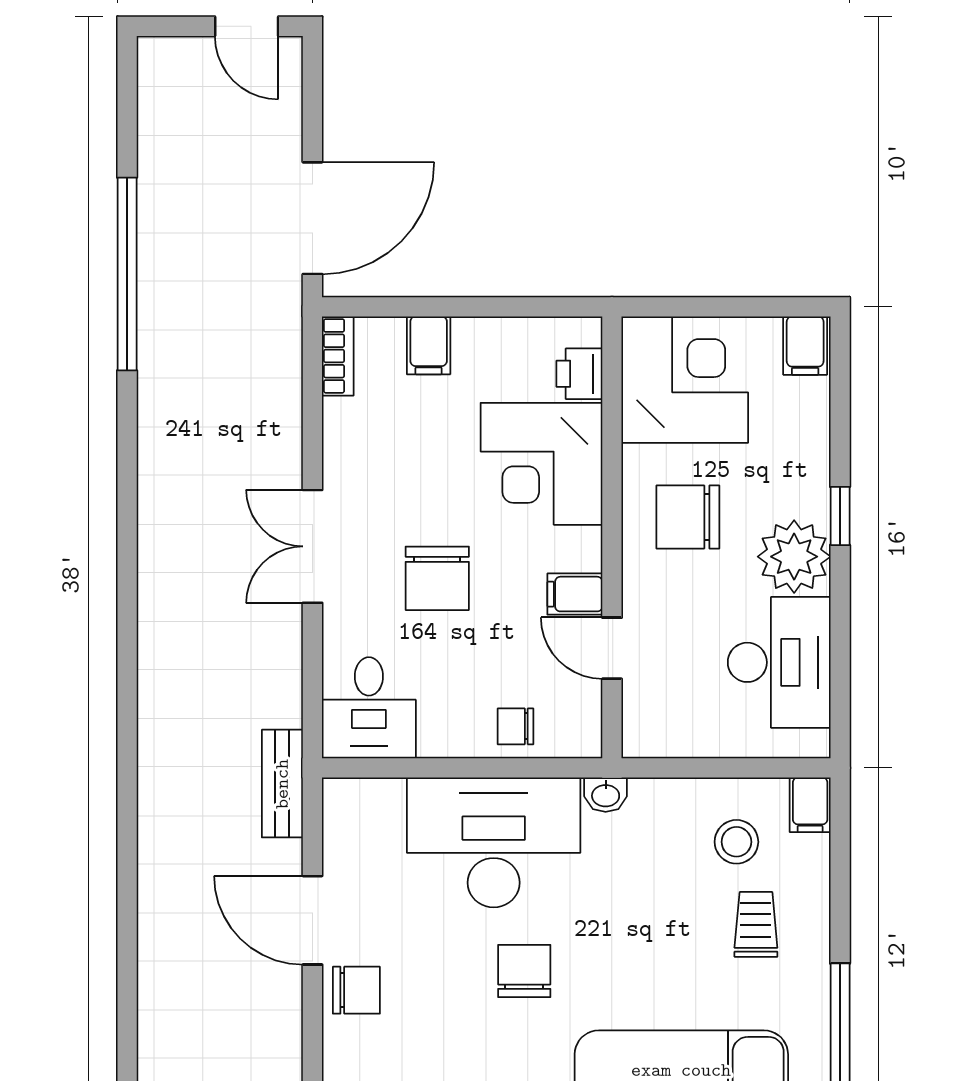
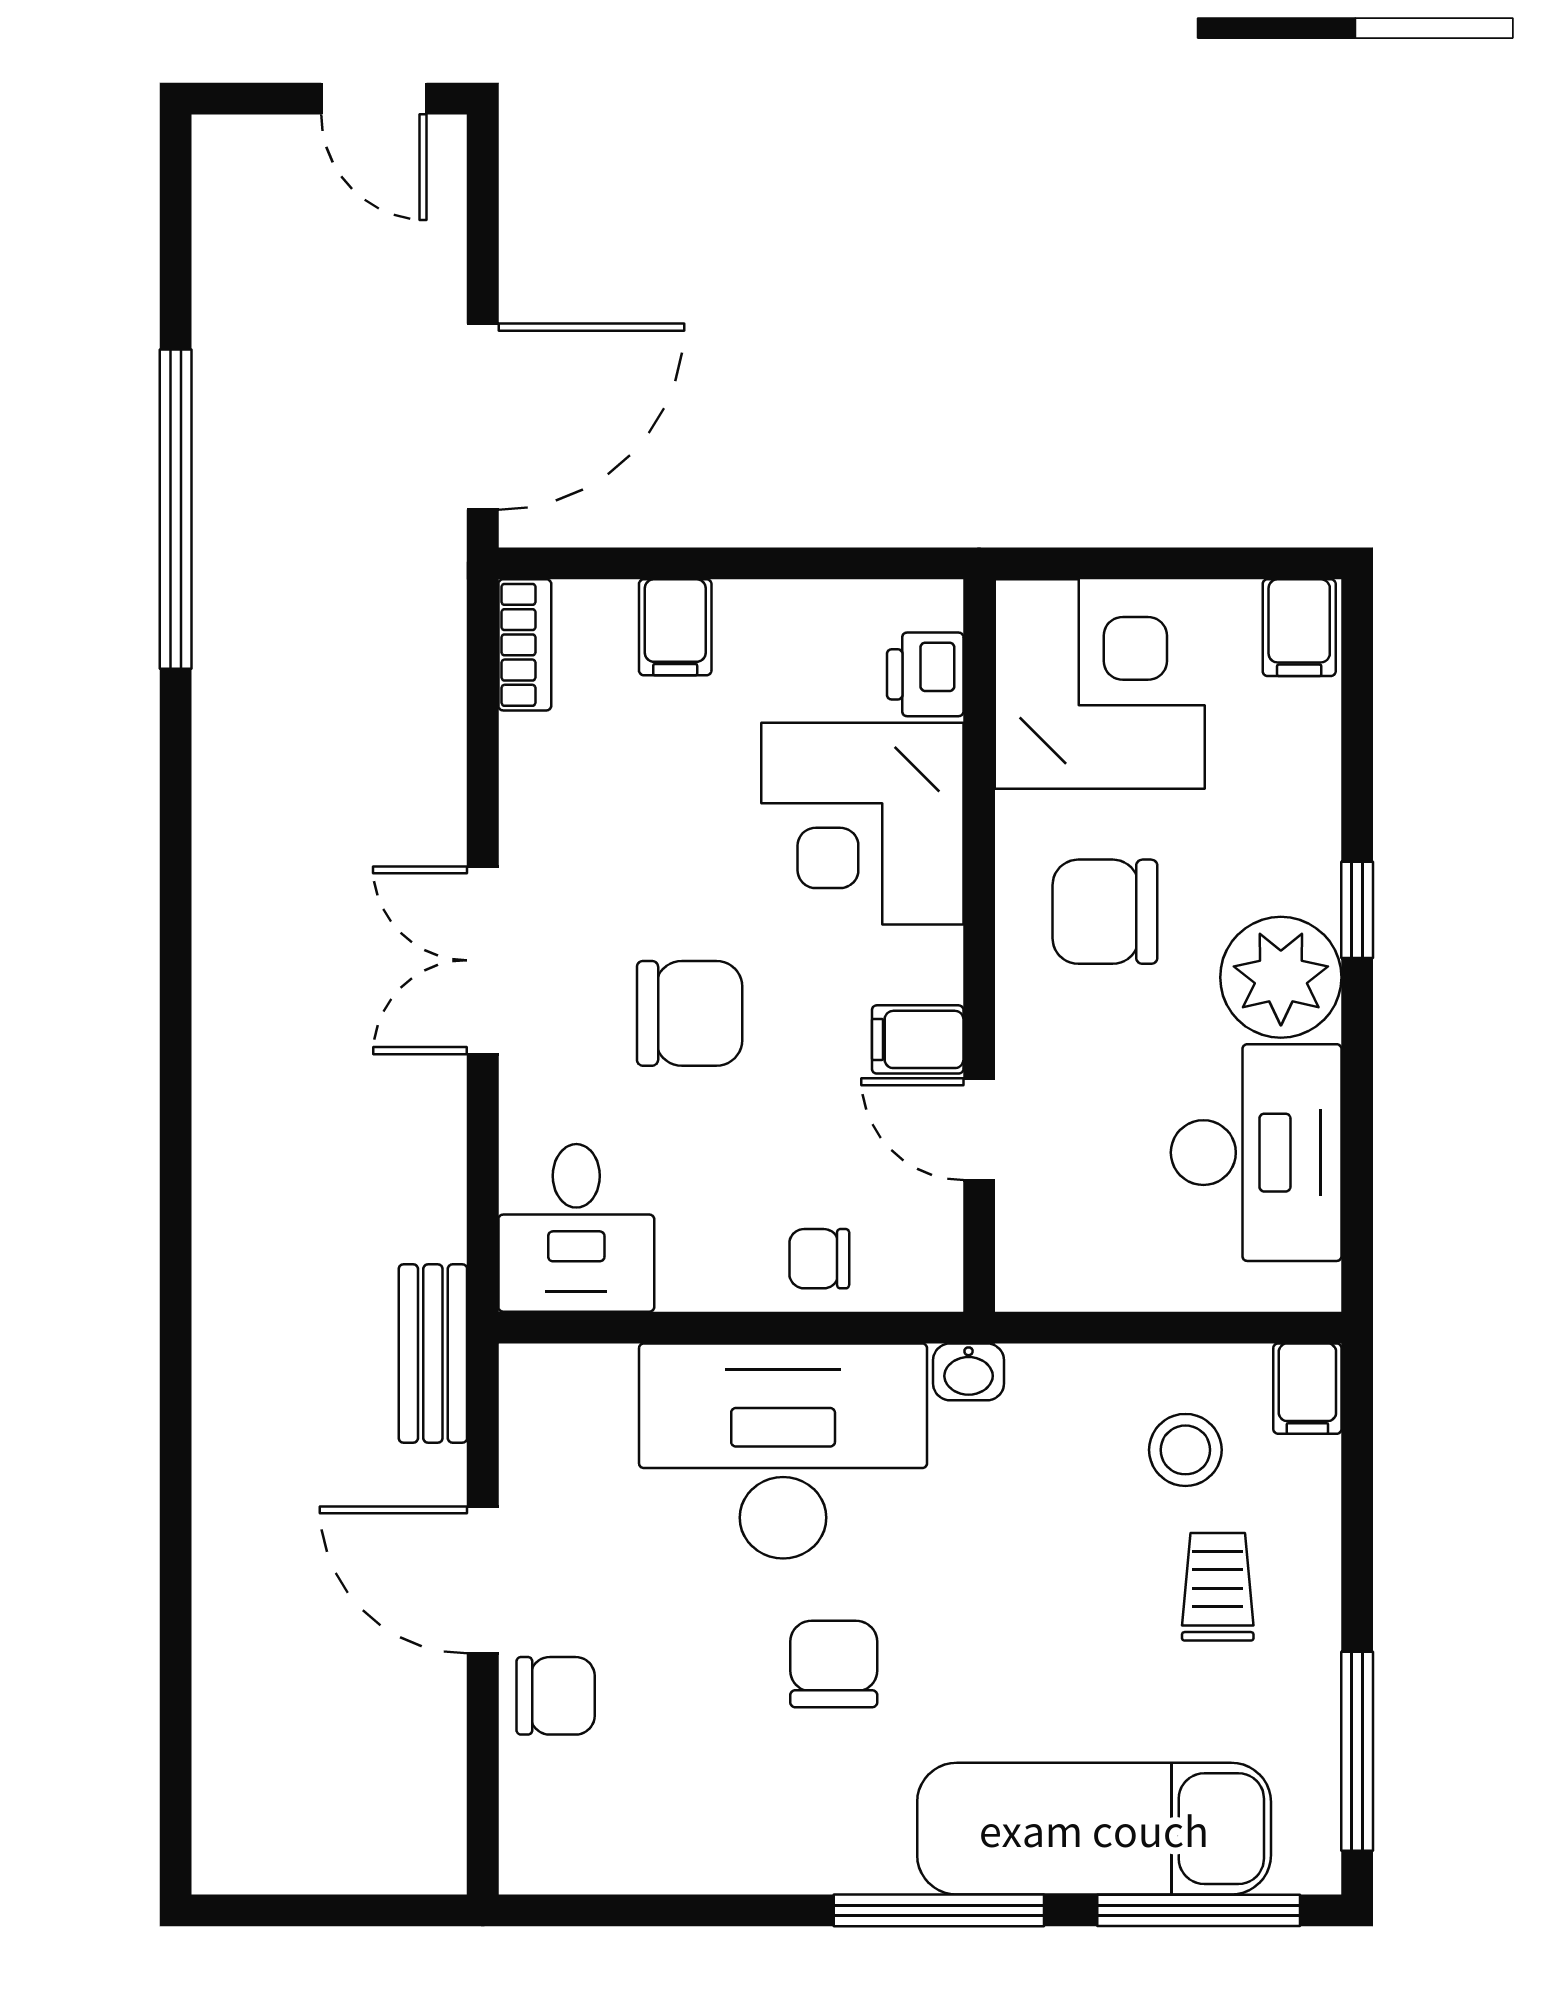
chair: (437, 578) -> (690, 1013), turned -90

